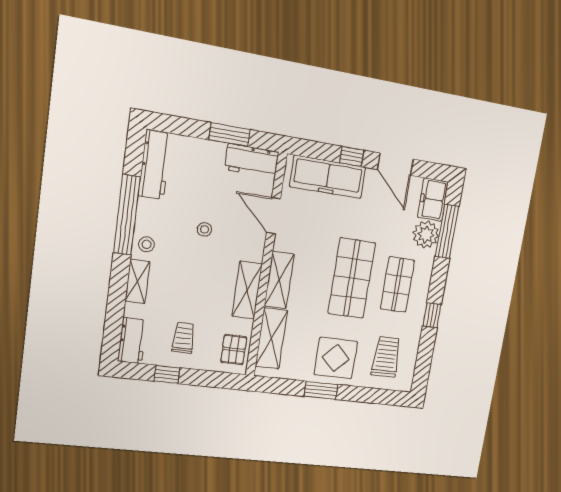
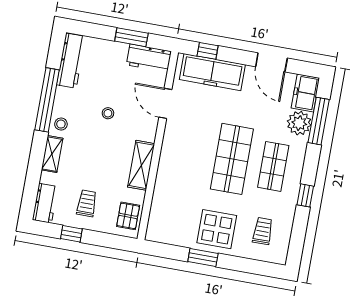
window: (352, 157) -> (208, 51), moved
shelving: (279, 280) -> (169, 158), removed
shelving: (271, 338) -> (160, 208), removed
trolley: (386, 357) -> (263, 231), width x0.73, depth x0.72

